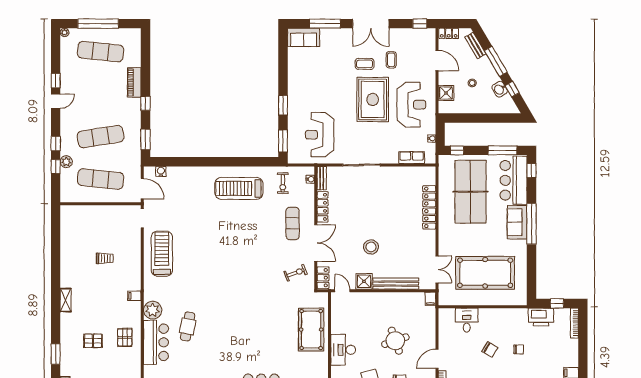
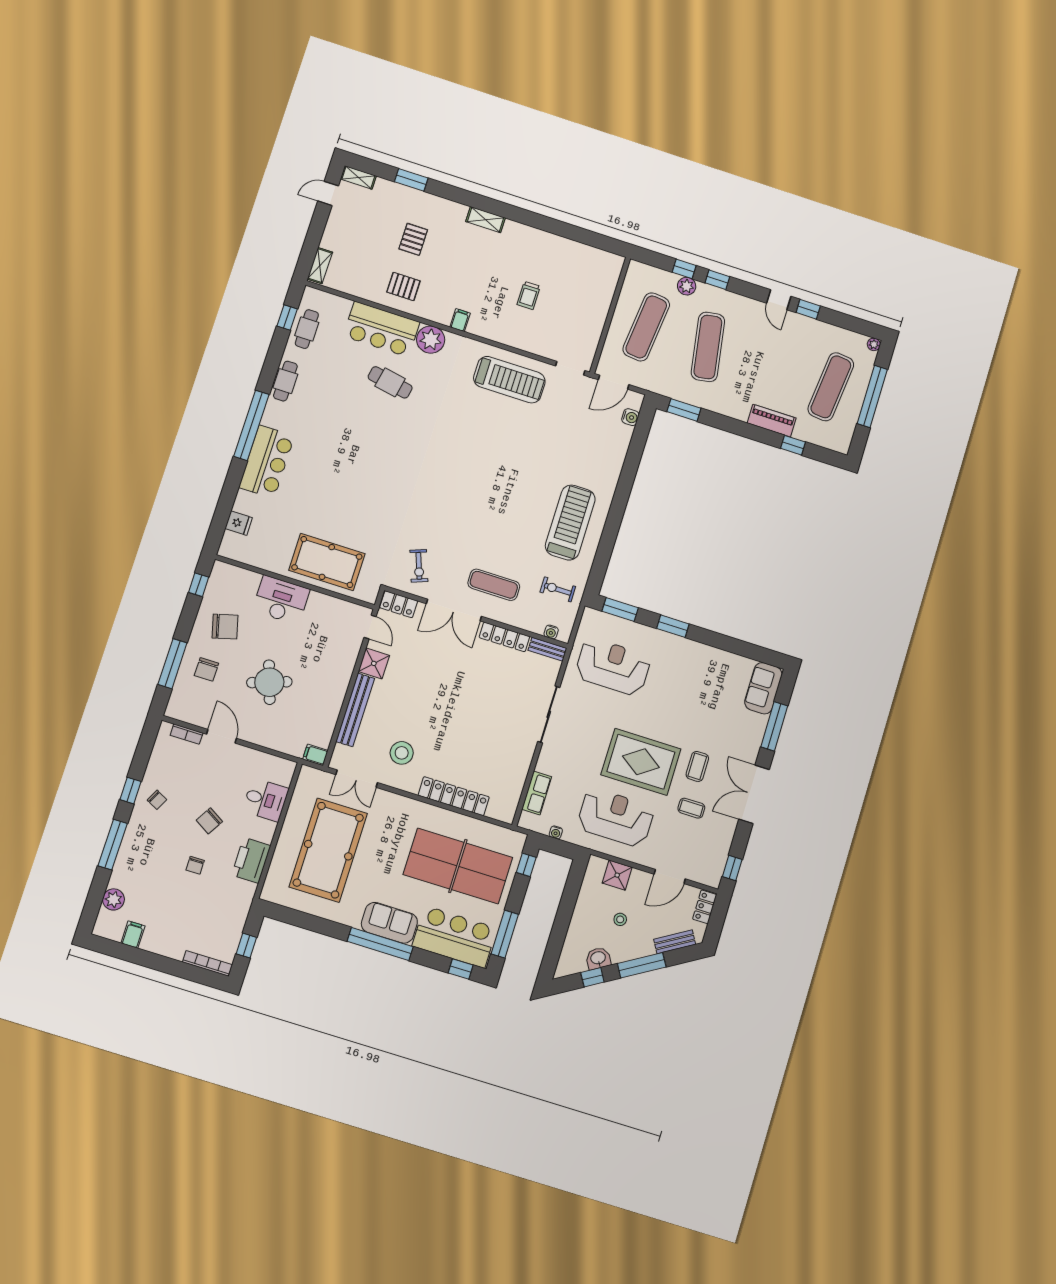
window: (145, 103) -> (793, 445), moved
reception desk: (411, 105) -> (616, 818), turned 180
stool: (371, 247) -> (402, 753), moved
door: (342, 291) -> (370, 627), hinge flipped
printer: (541, 317) -> (251, 860), moved

